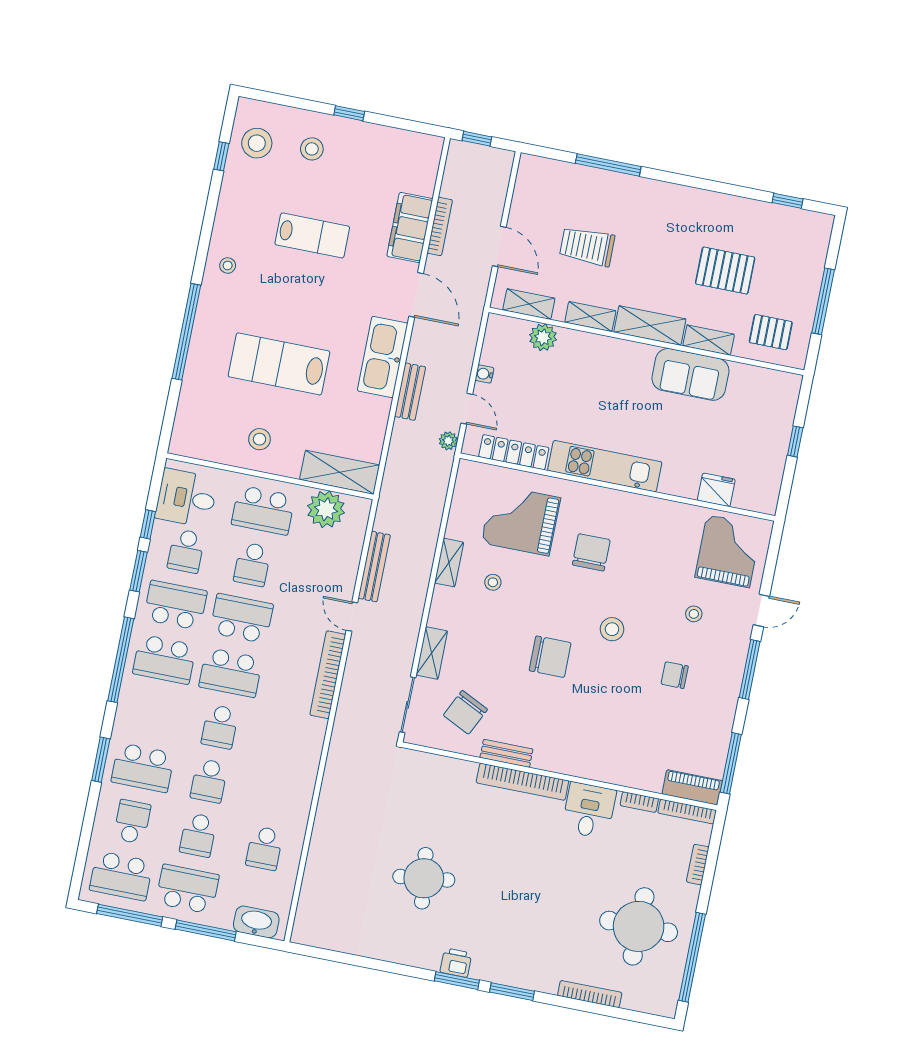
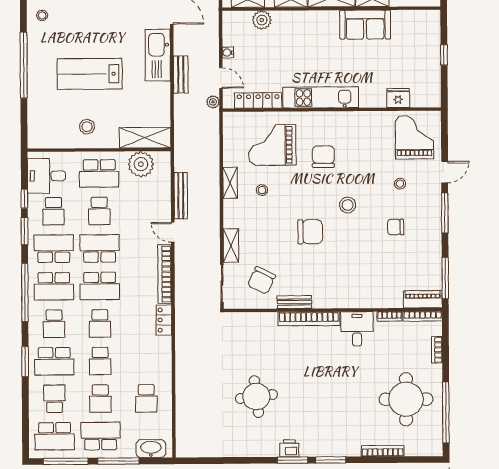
school desk: (154, 713) -> (54, 324), added
locker: (313, 741) -> (164, 320), added

